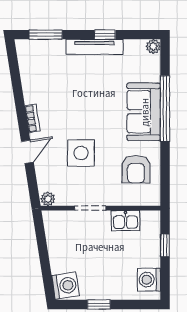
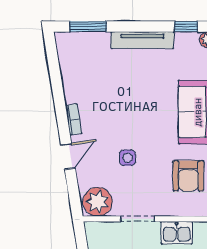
window: (105, 35) -> (186, 27), moved
side table: (81, 153) -> (127, 158), width x0.54, depth x0.54
plant: (48, 199) -> (98, 202), width x1.87, depth x1.87

